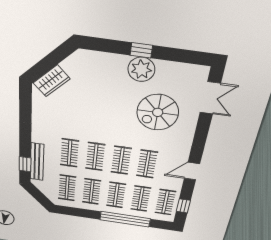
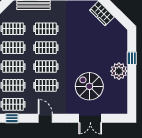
window: (141, 50) -> (132, 58), moved
double door: (210, 98) -> (90, 118), moved

